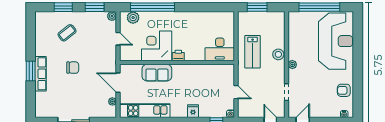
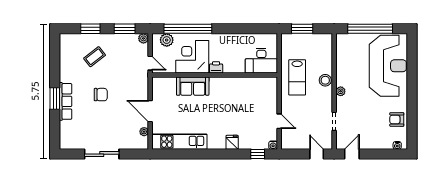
corner desk: (157, 46) -> (192, 57), moved
desk: (220, 49) -> (261, 61), moved
printer: (178, 55) -> (216, 67), moved
wall: (177, 62) -> (215, 75), moved
sofa: (157, 73) -> (193, 86), moved

